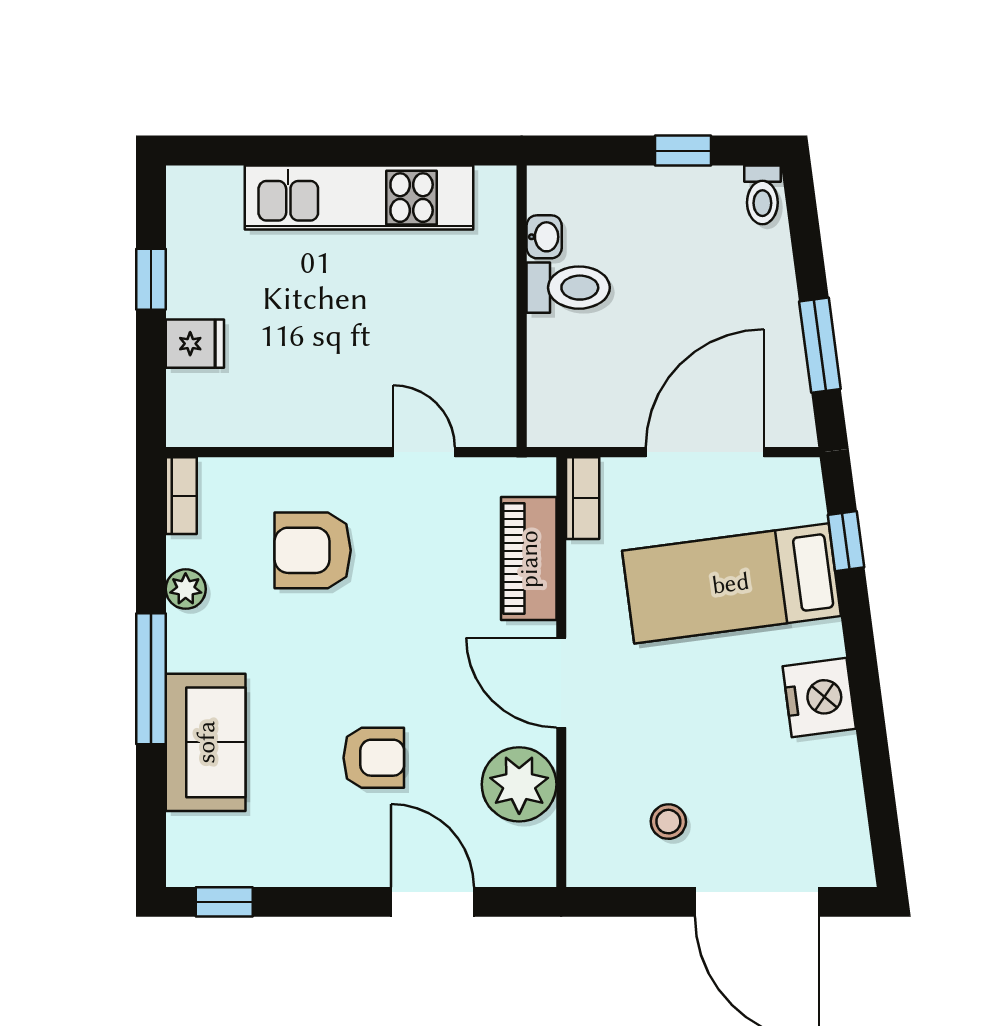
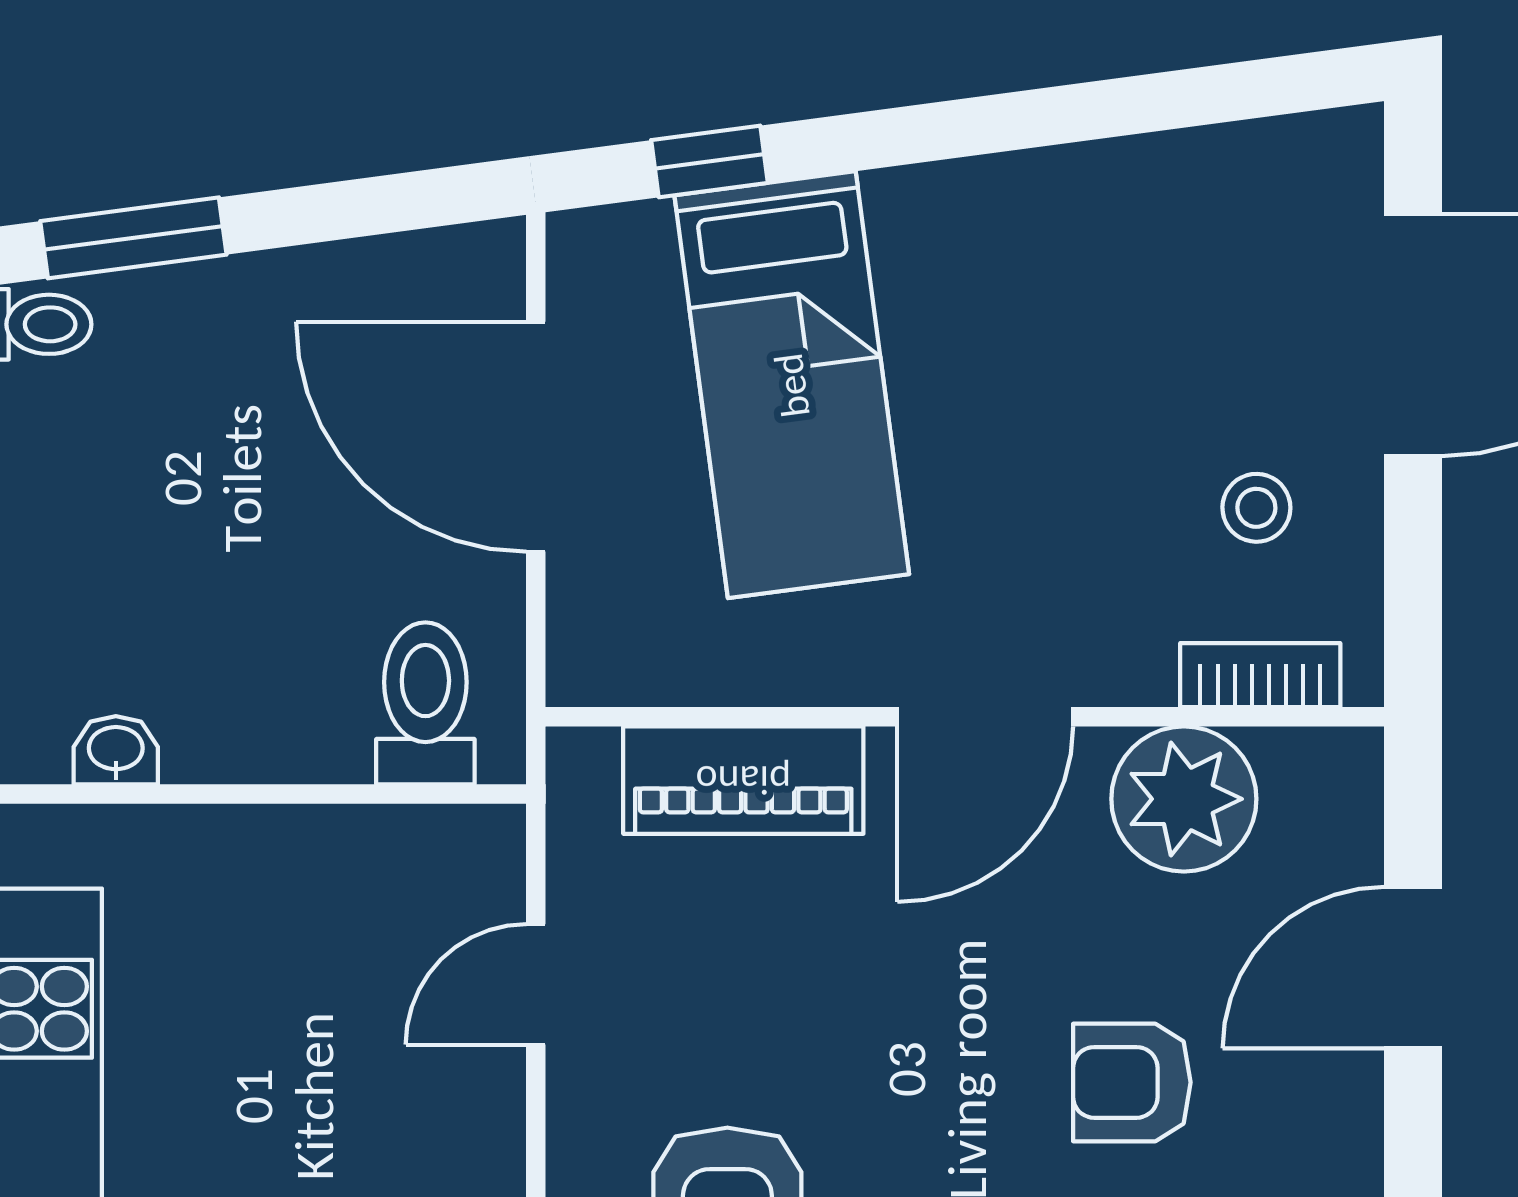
toilet: (568, 288) -> (425, 703), moved
window: (820, 345) -> (133, 238), moved
bookcase: (583, 498) -> (1260, 675), moved
nightstand: (819, 697) -> (1014, 214), removed
armchair: (374, 758) -> (1132, 1082), turned -90

